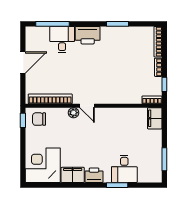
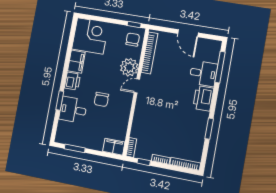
plant: (73, 113) -> (129, 67), width x1.87, depth x1.87
chair: (108, 141) -> (101, 99), added

